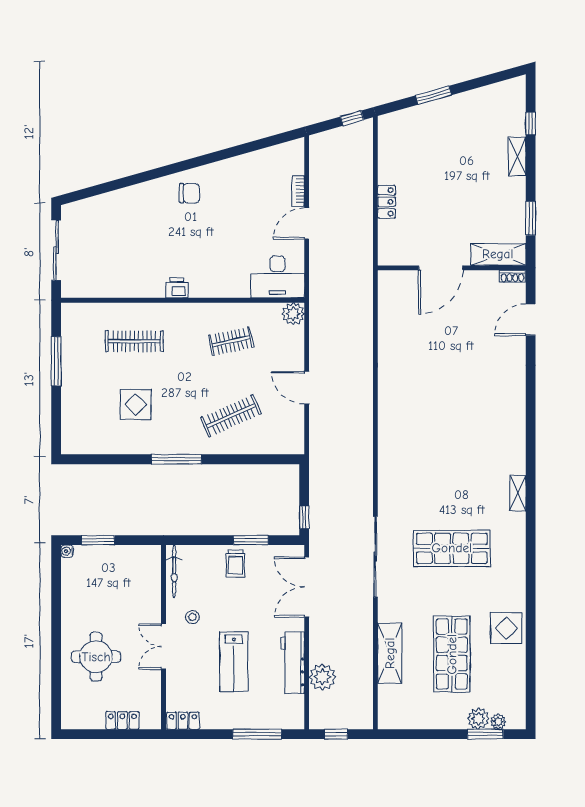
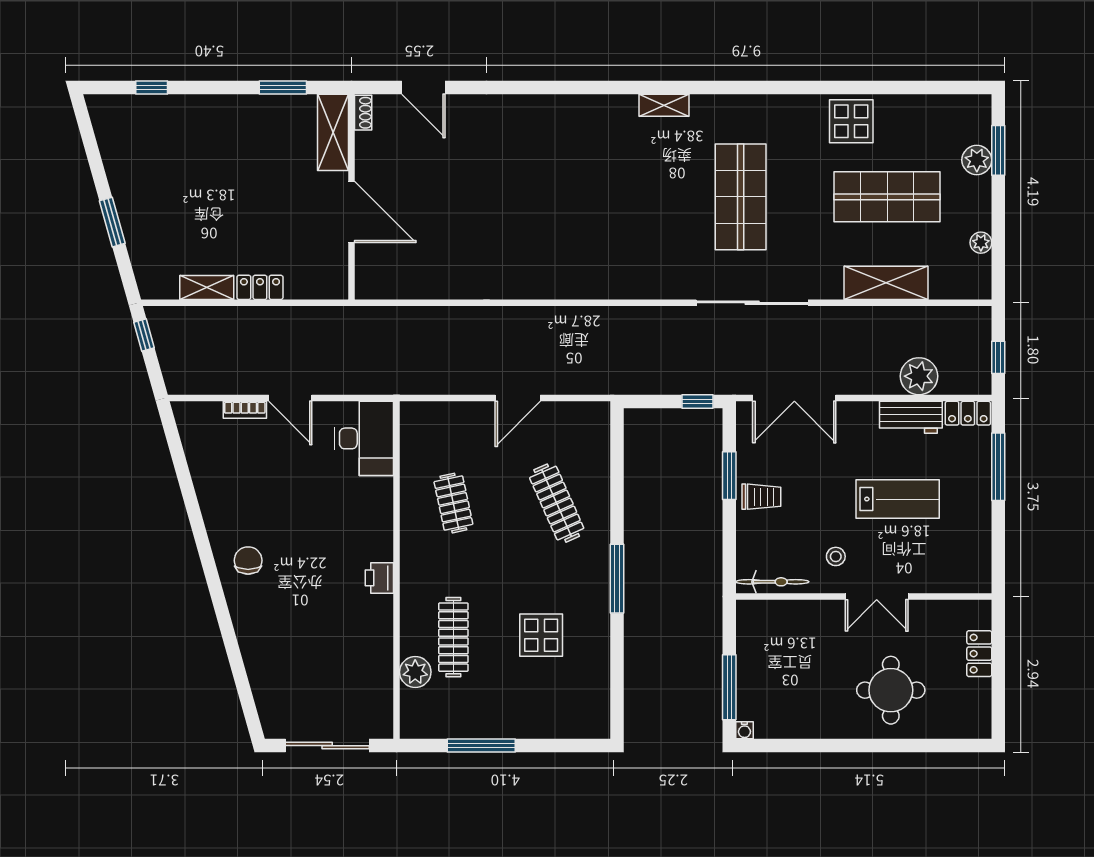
shelving: (517, 156) -> (207, 287), moved
plant: (293, 314) -> (415, 672), moved
window: (98, 540) -> (729, 687), width x1.44
workbench: (293, 663) -> (911, 417), width x0.73
locker: (183, 721) -> (968, 413), moved, turned -90
plant: (498, 722) -> (981, 243), moved

